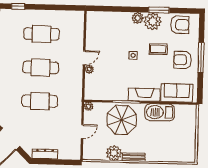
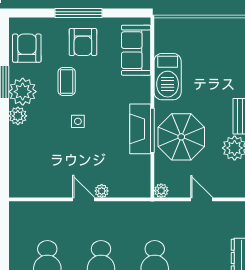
fireplace: (144, 95) -> (140, 129), moved

